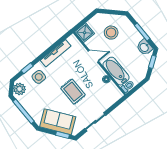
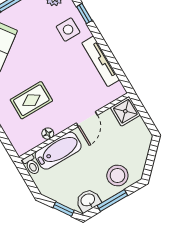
stool: (111, 33) -> (117, 176), moved
rug: (73, 92) -> (31, 100), moved

